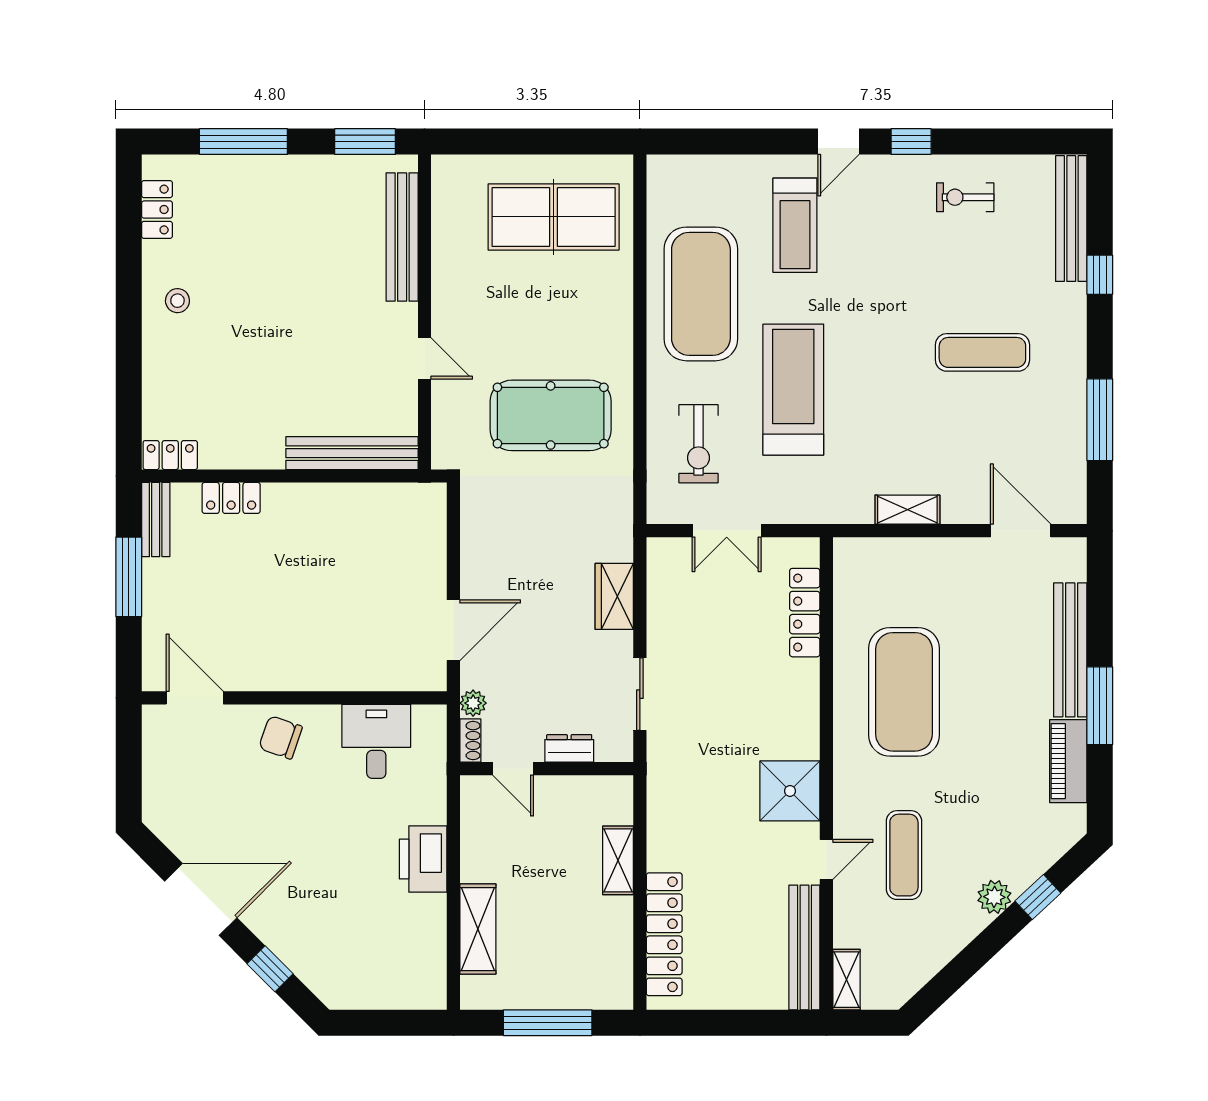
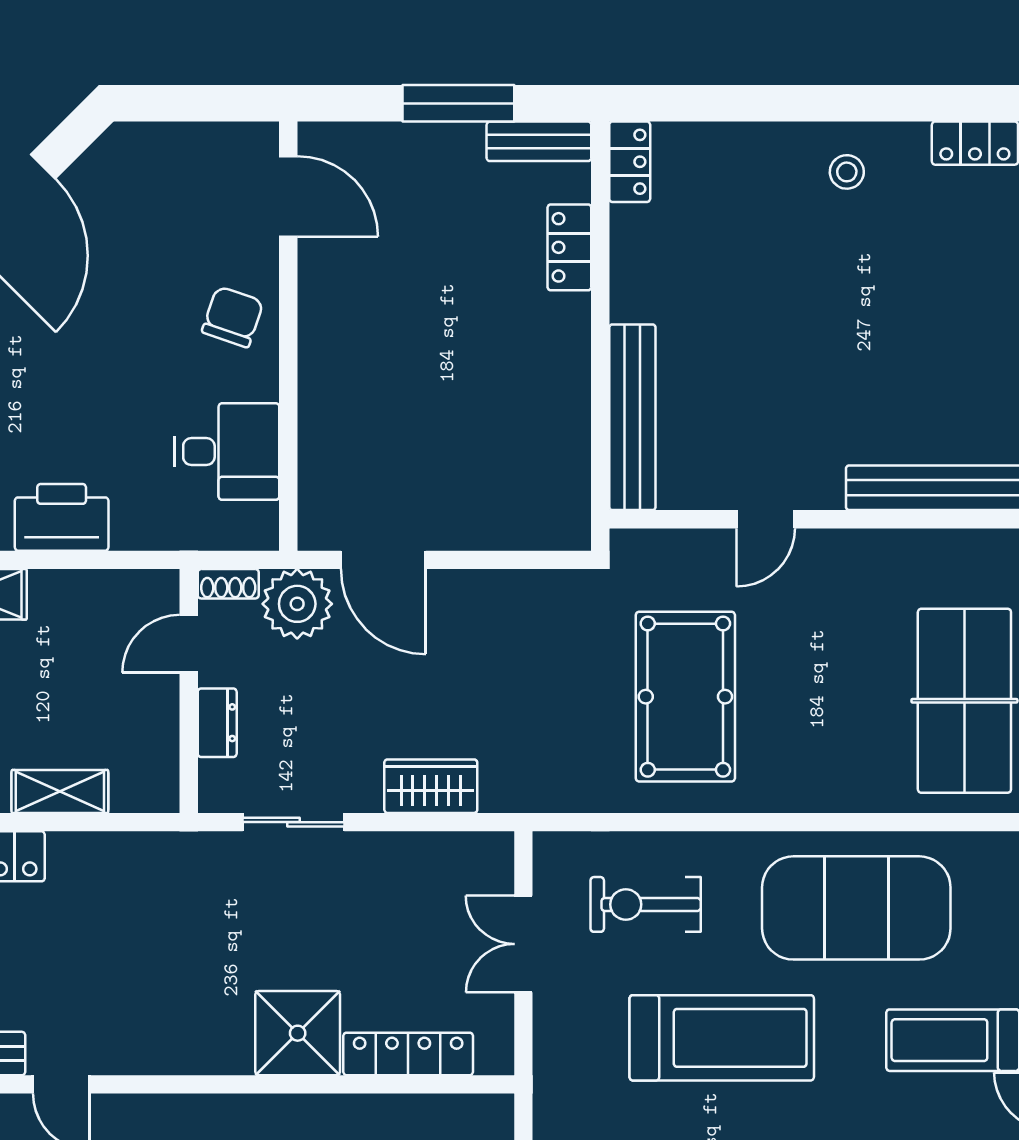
door: (195, 698) -> (288, 196), hinge flipped
plant: (473, 703) -> (297, 604), width x1.87, depth x1.87
shower: (790, 791) -> (298, 1033), moved

